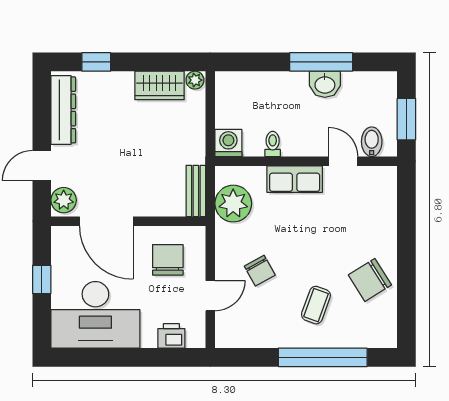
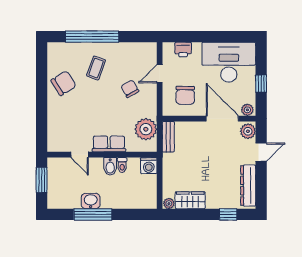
bidet: (372, 142) -> (110, 166), moved
plant: (65, 236) -> (247, 110), added

